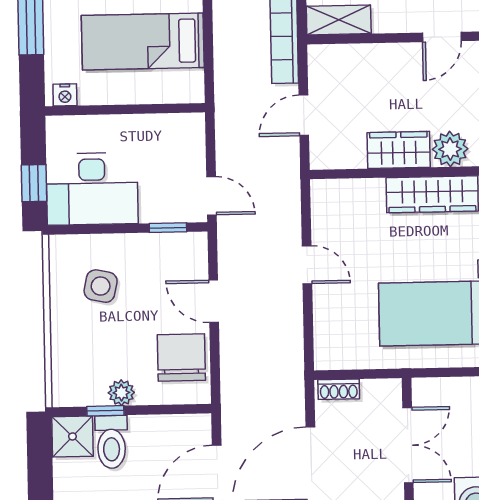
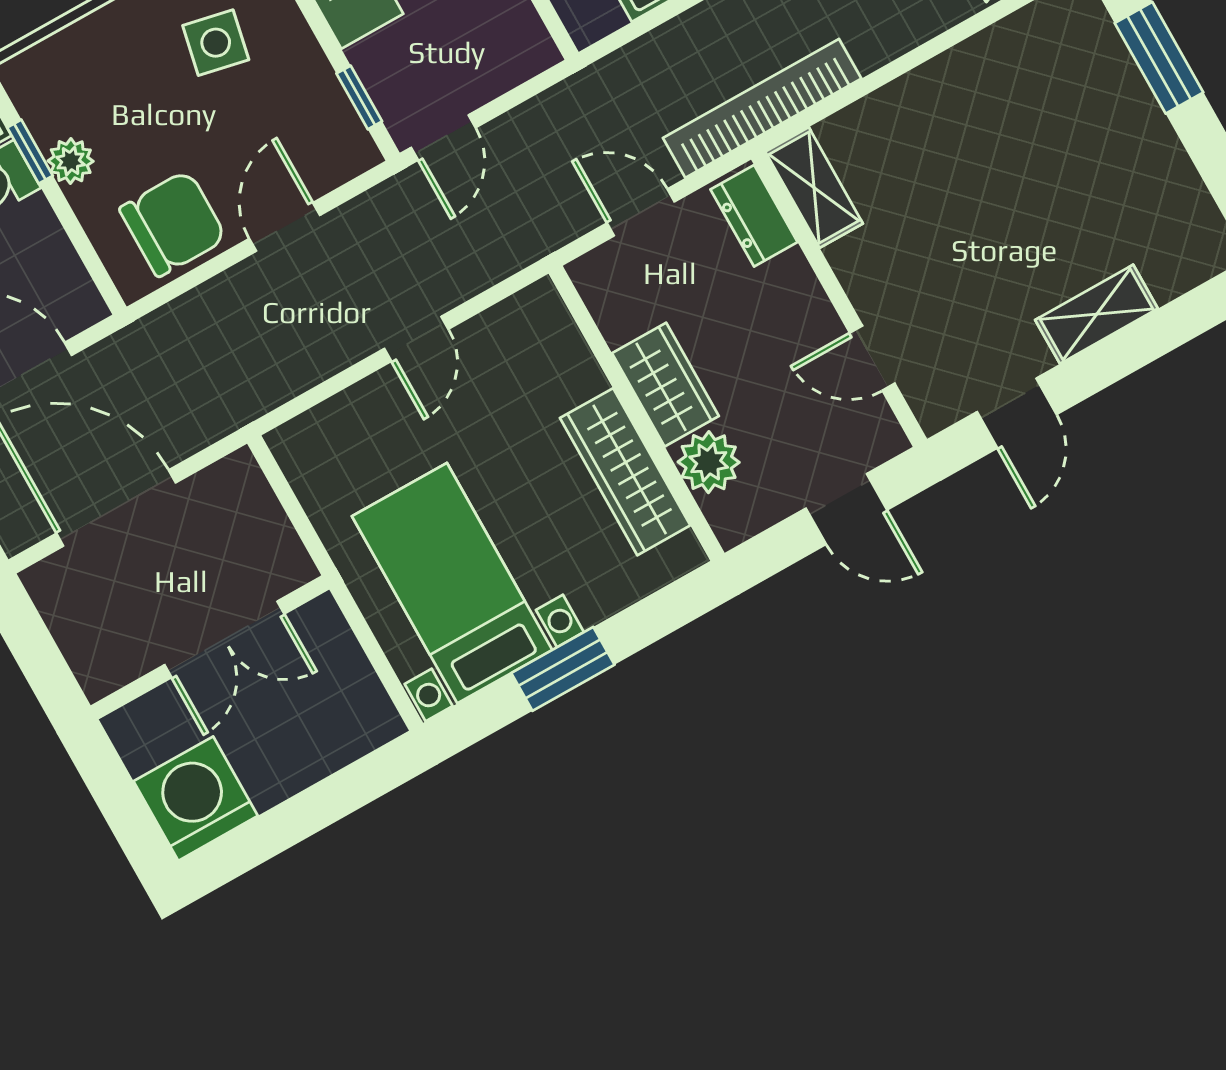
dresser: (337, 58) -> (754, 216), added
shoe rack: (339, 389) -> (253, 489), removed

